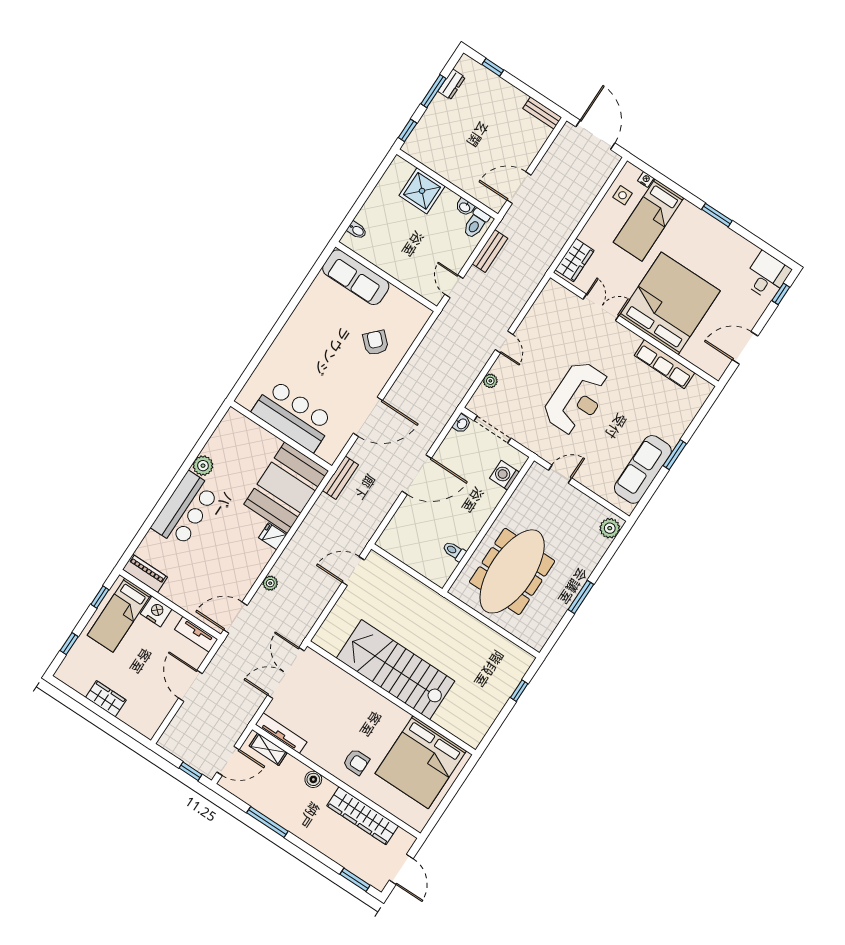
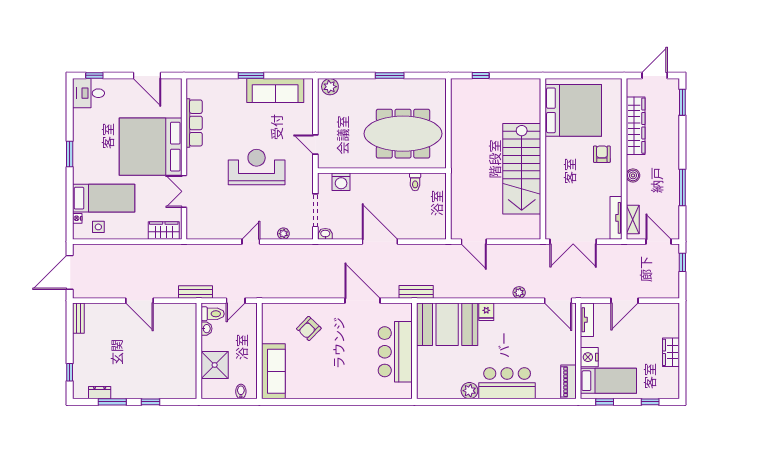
wall: (447, 184) -> (199, 351), moved
shower: (422, 191) -> (215, 365), moved
washbasin: (465, 207) -> (206, 329), moved
toilet: (476, 223) -> (213, 314), moved

